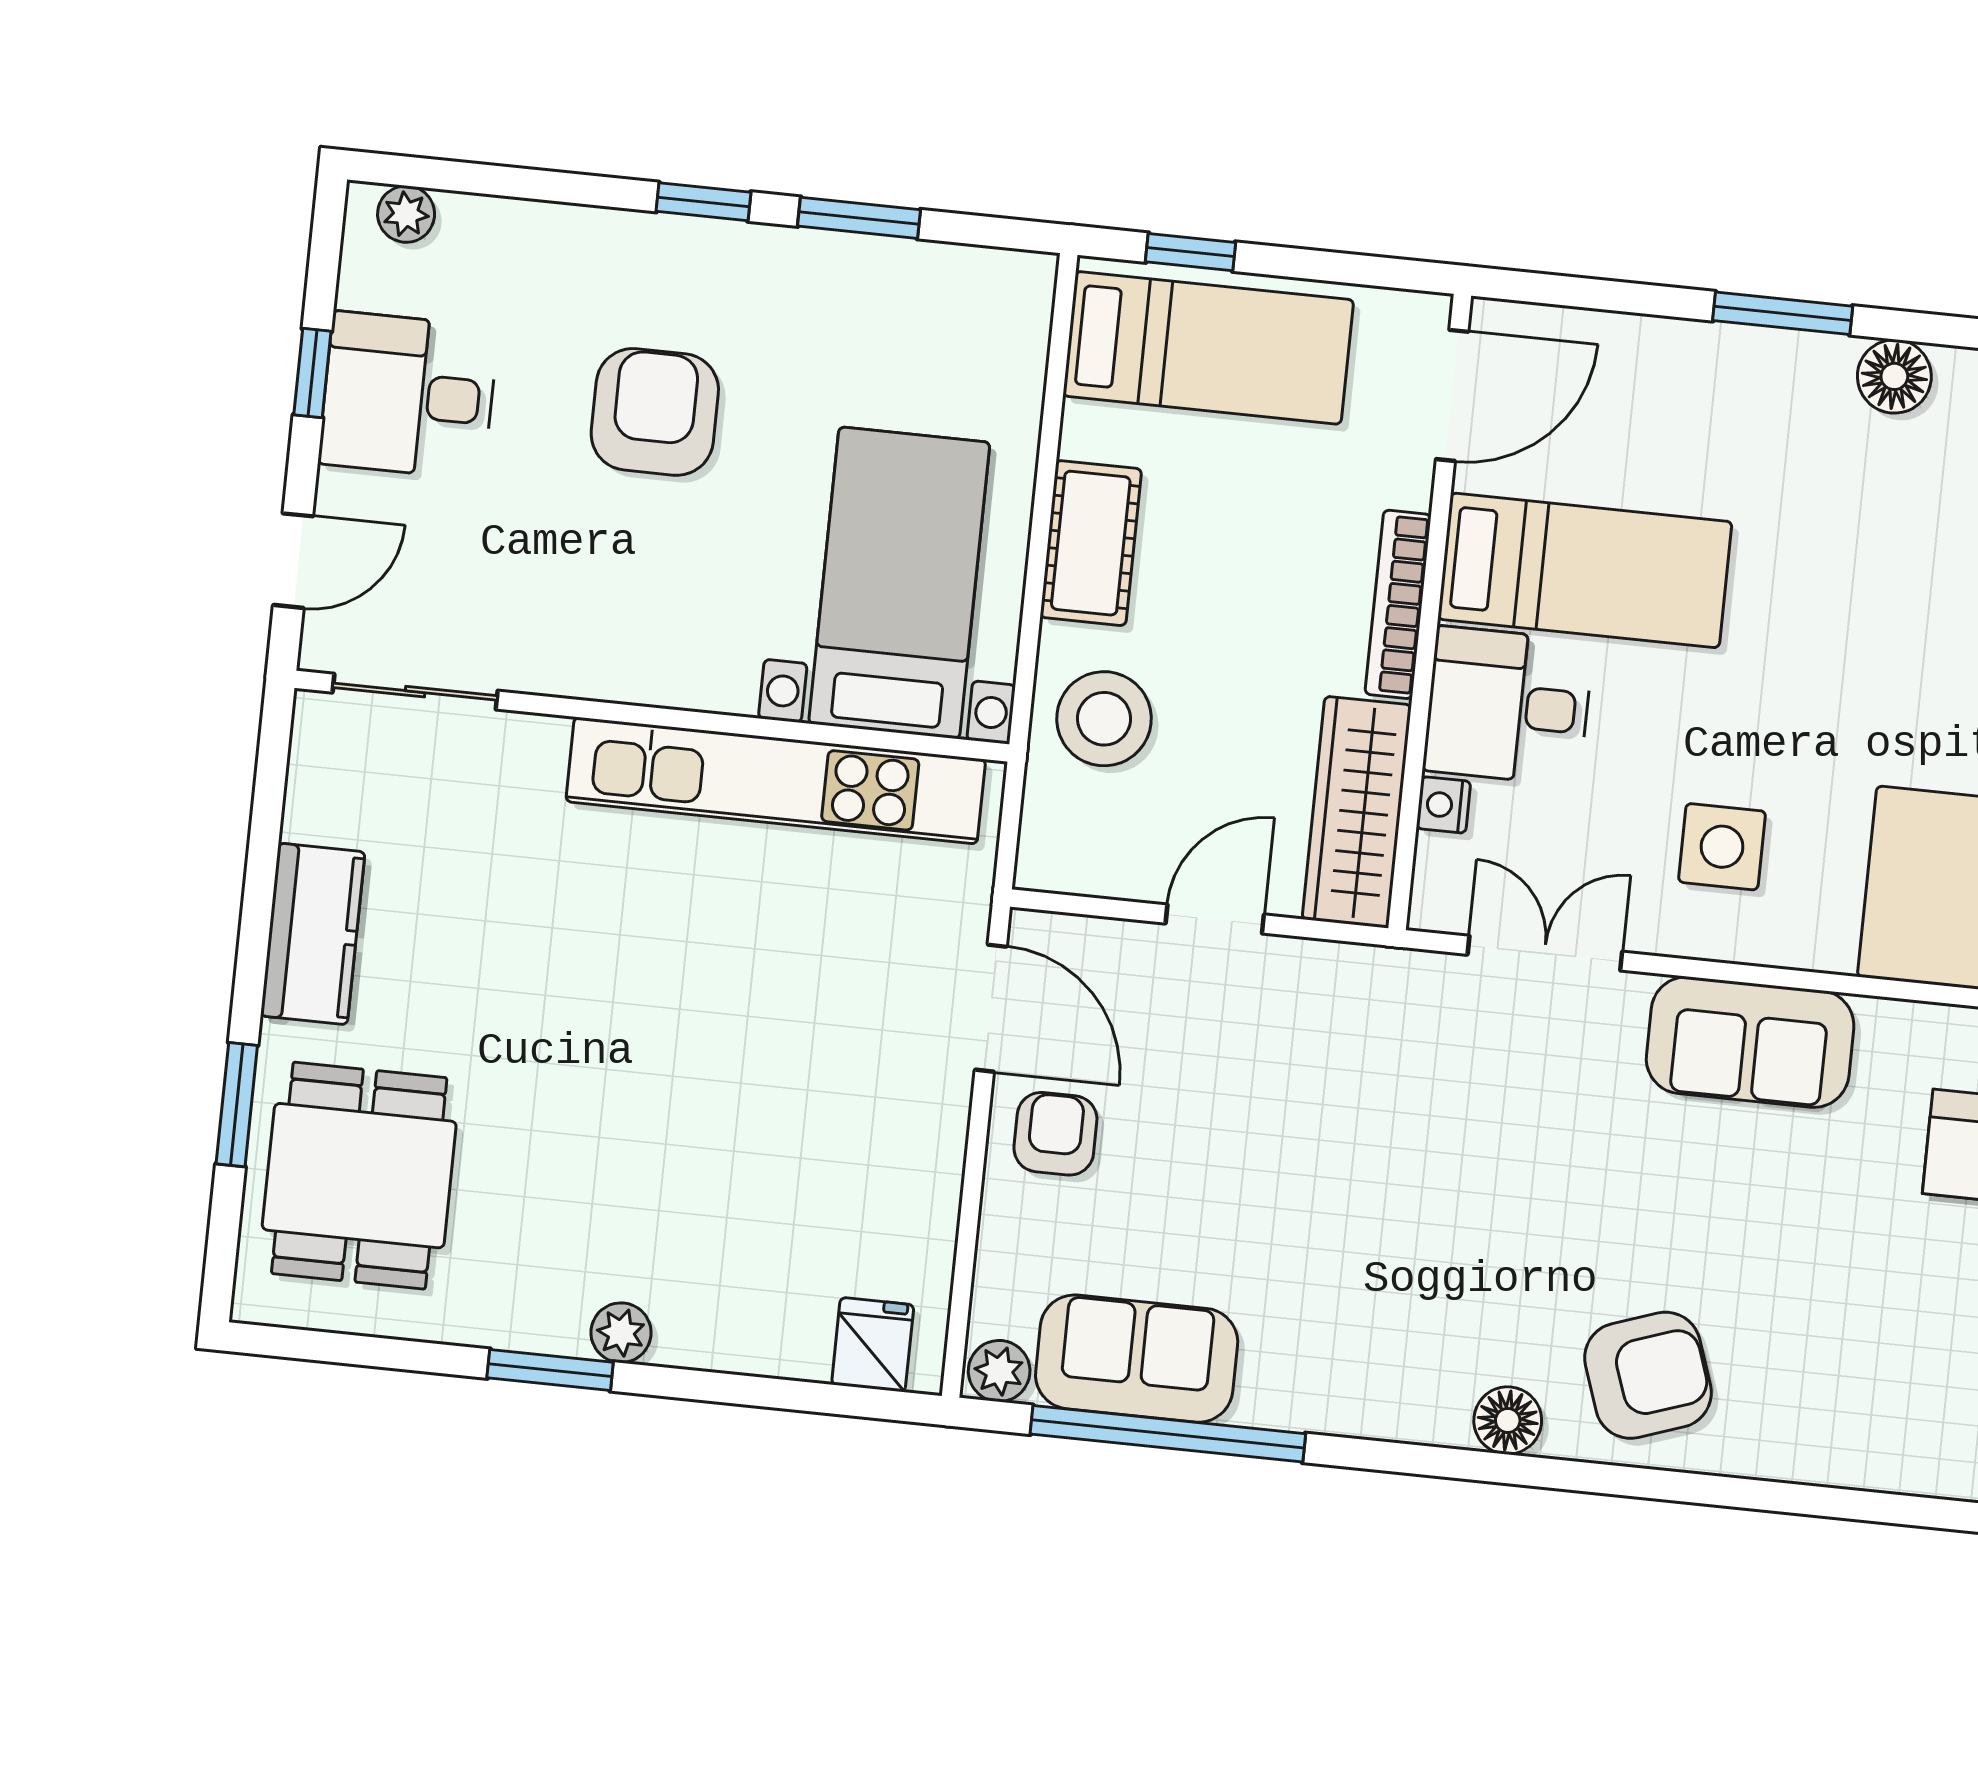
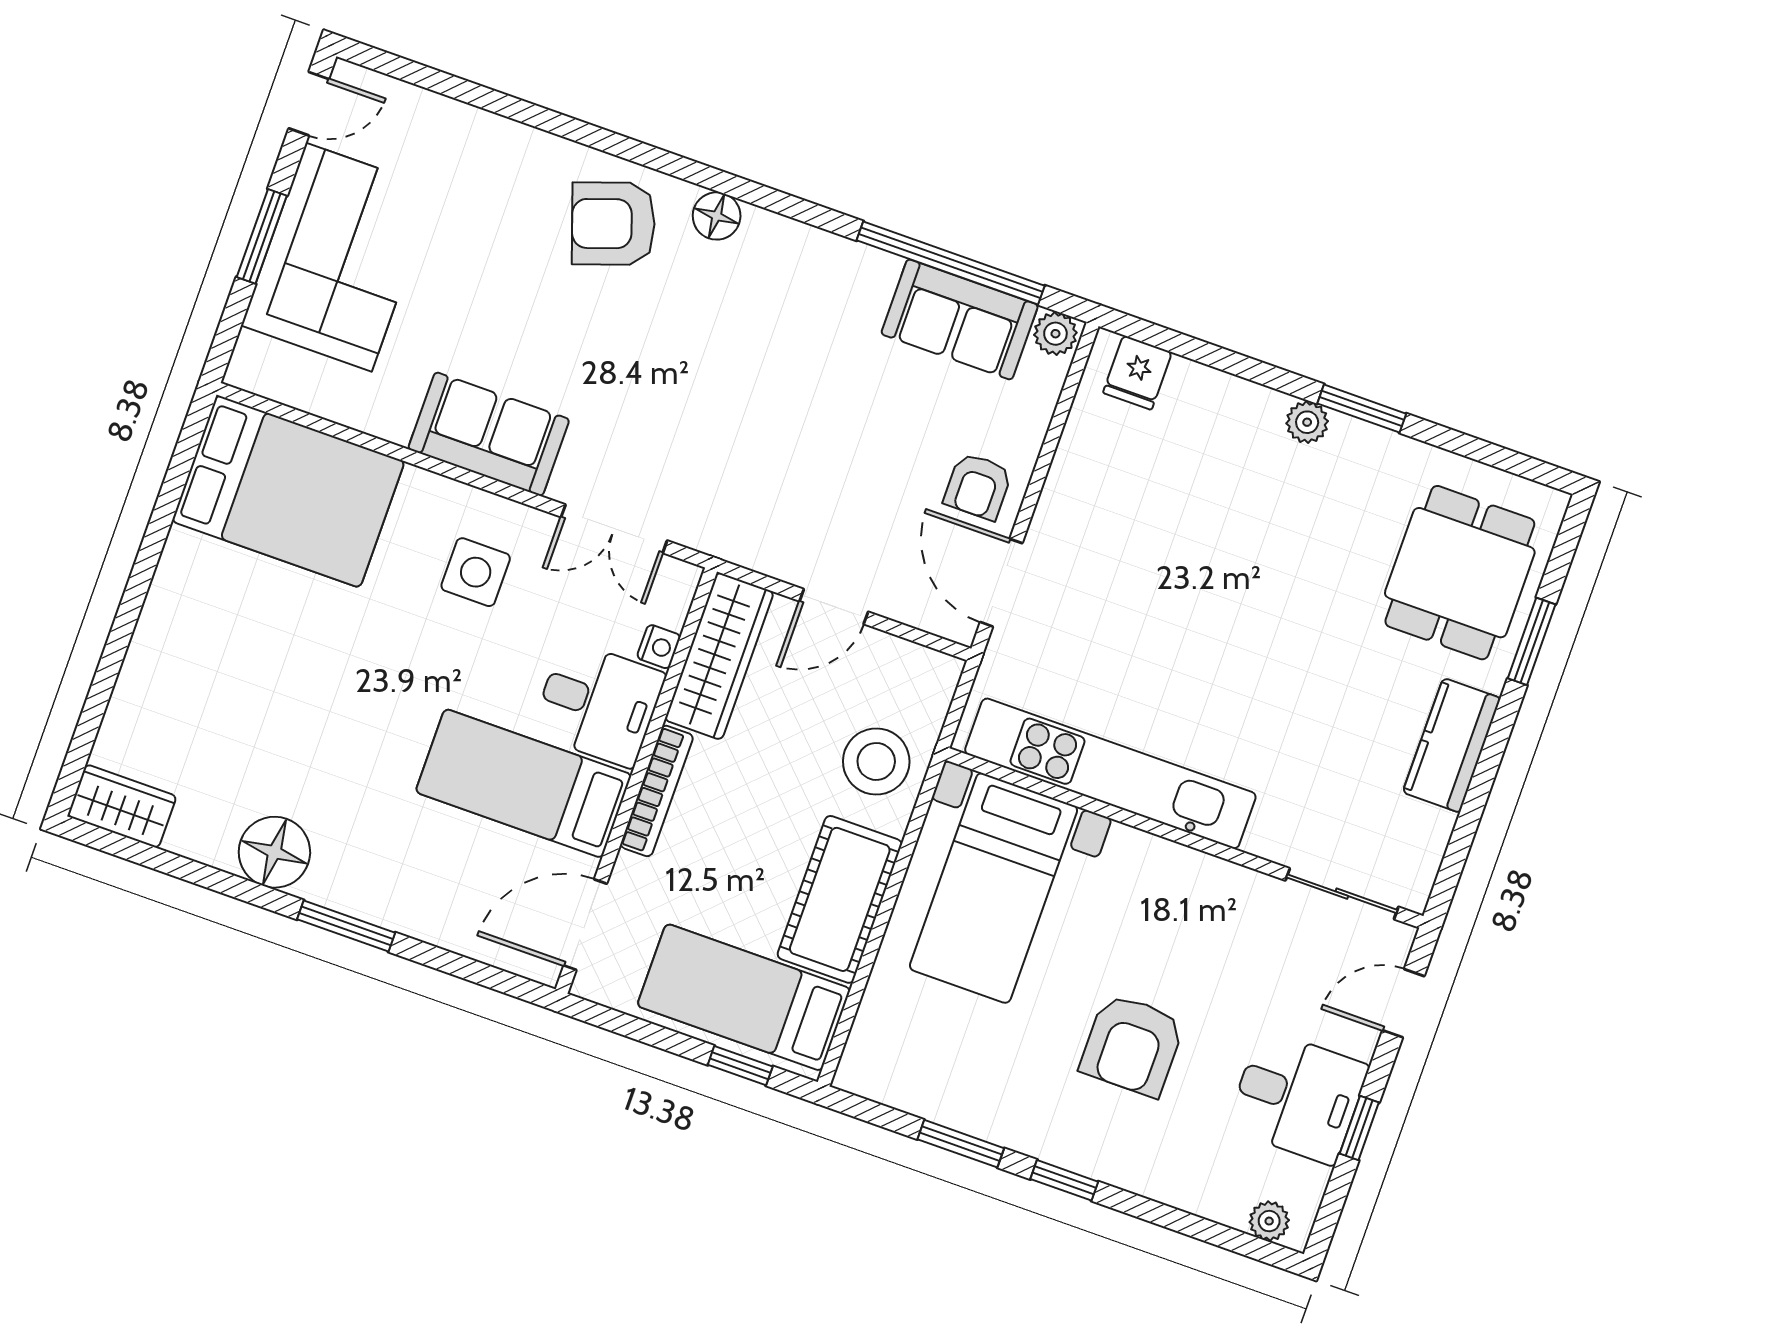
floor lamp: (1894, 376) -> (274, 852), width x1.38, depth x1.38
cot: (1091, 543) -> (840, 899), width x1.37, depth x1.34

